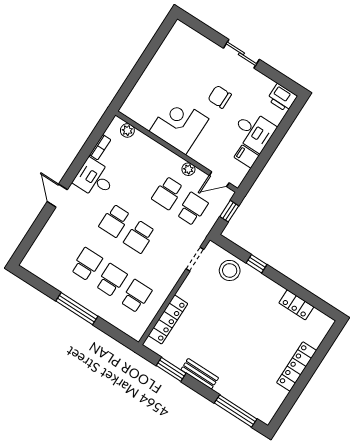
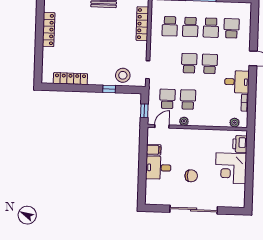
sliding door: (241, 54) -> (194, 210), width x1.86
printer: (282, 98) -> (240, 144), moved, turned -90
corner desk: (179, 125) -> (231, 168), moved, turned 90
school desk: (192, 209) -> (167, 99), turned 180
school desk: (62, 248) -> (232, 28), added
locker: (296, 305) -> (70, 79), width x1.53
locker: (297, 366) -> (49, 29), moved

